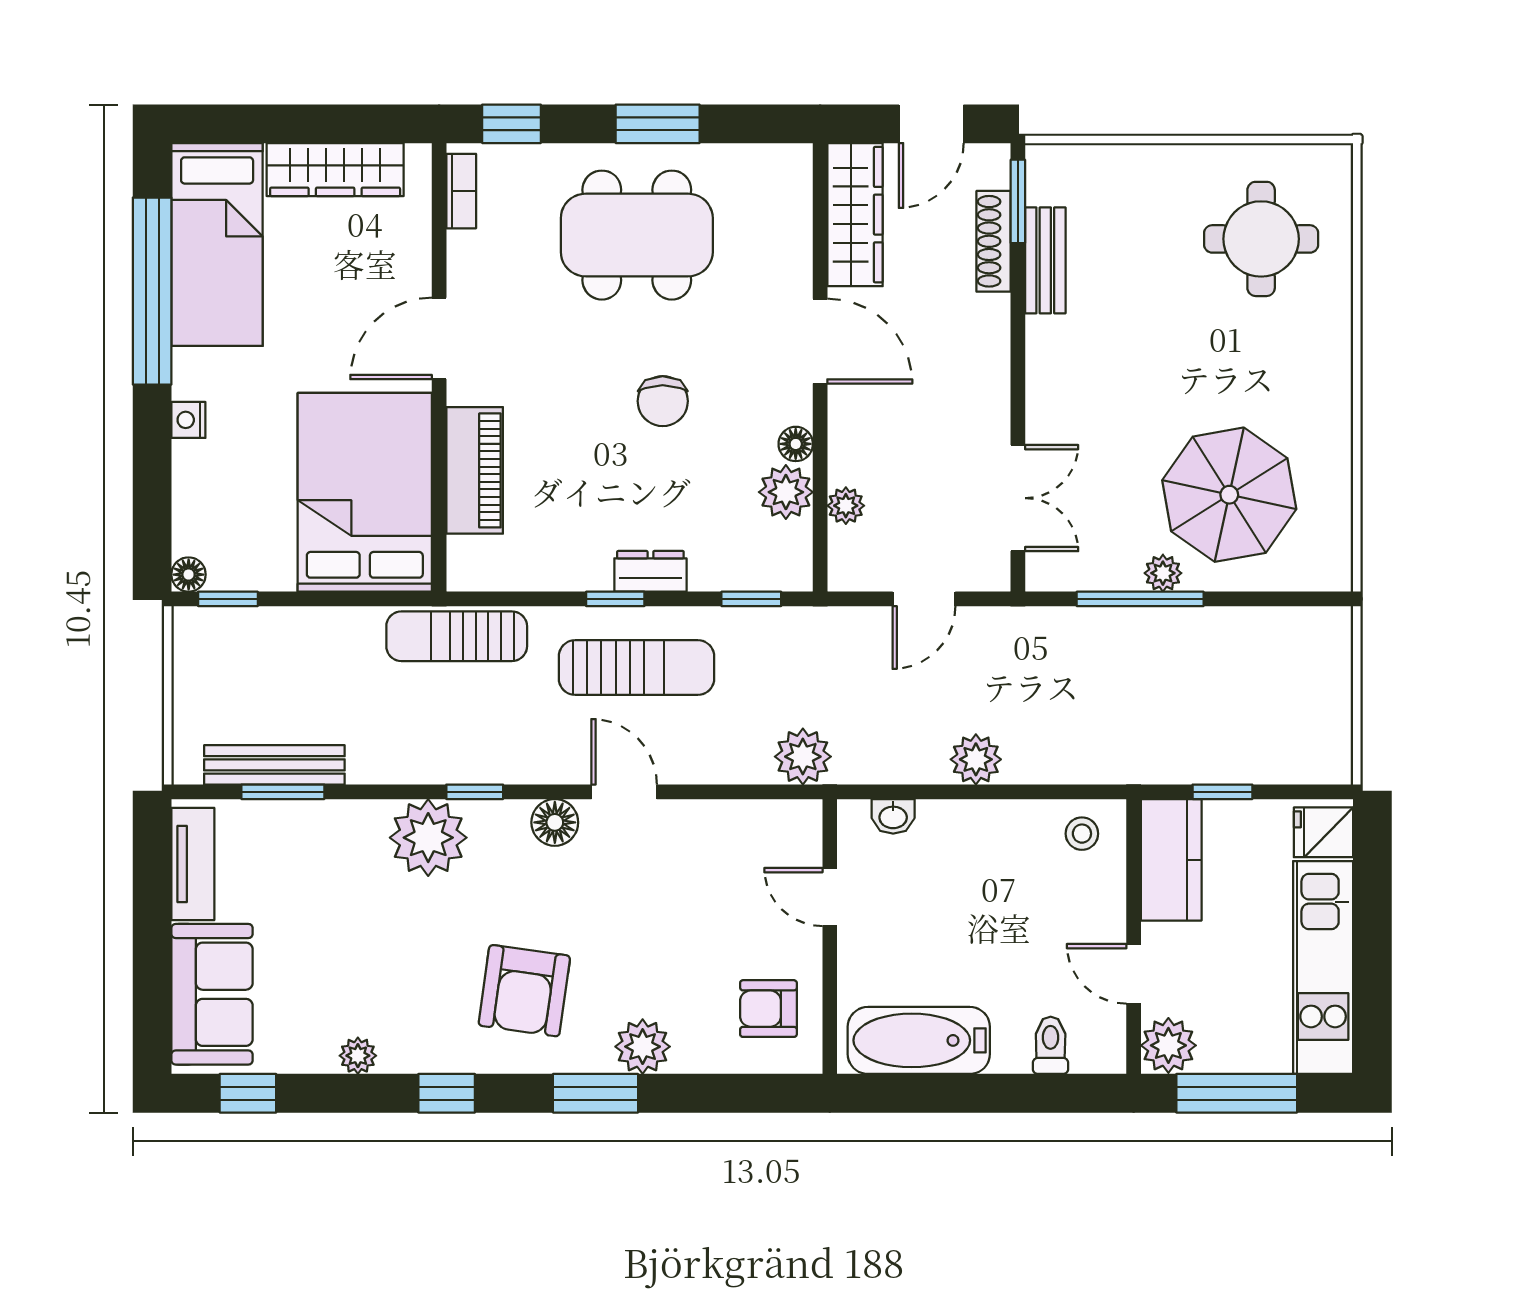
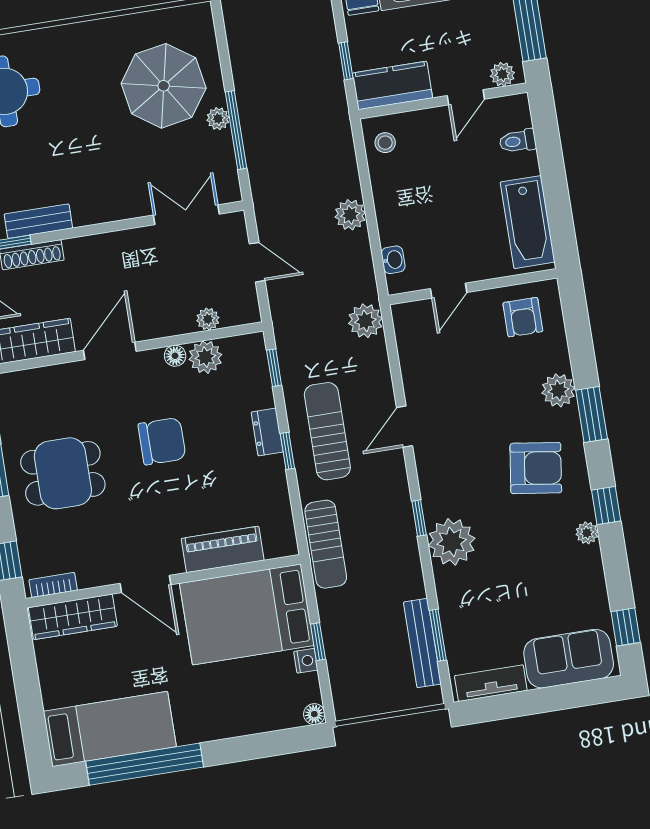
wardrobe: (335, 170) -> (73, 617), moved, turned 90
dining table: (637, 235) -> (63, 473), width x0.73
chair: (663, 401) -> (162, 441), width x1.37, depth x1.37
nightstand: (188, 420) -> (306, 661), moved, turned -90
window: (228, 599) -> (318, 642), moved
floor lamp: (555, 822) -> (430, 466), removed
plant: (1168, 1045) -> (502, 74), width x0.73, depth x0.73
plant: (358, 1056) -> (587, 533), moved

